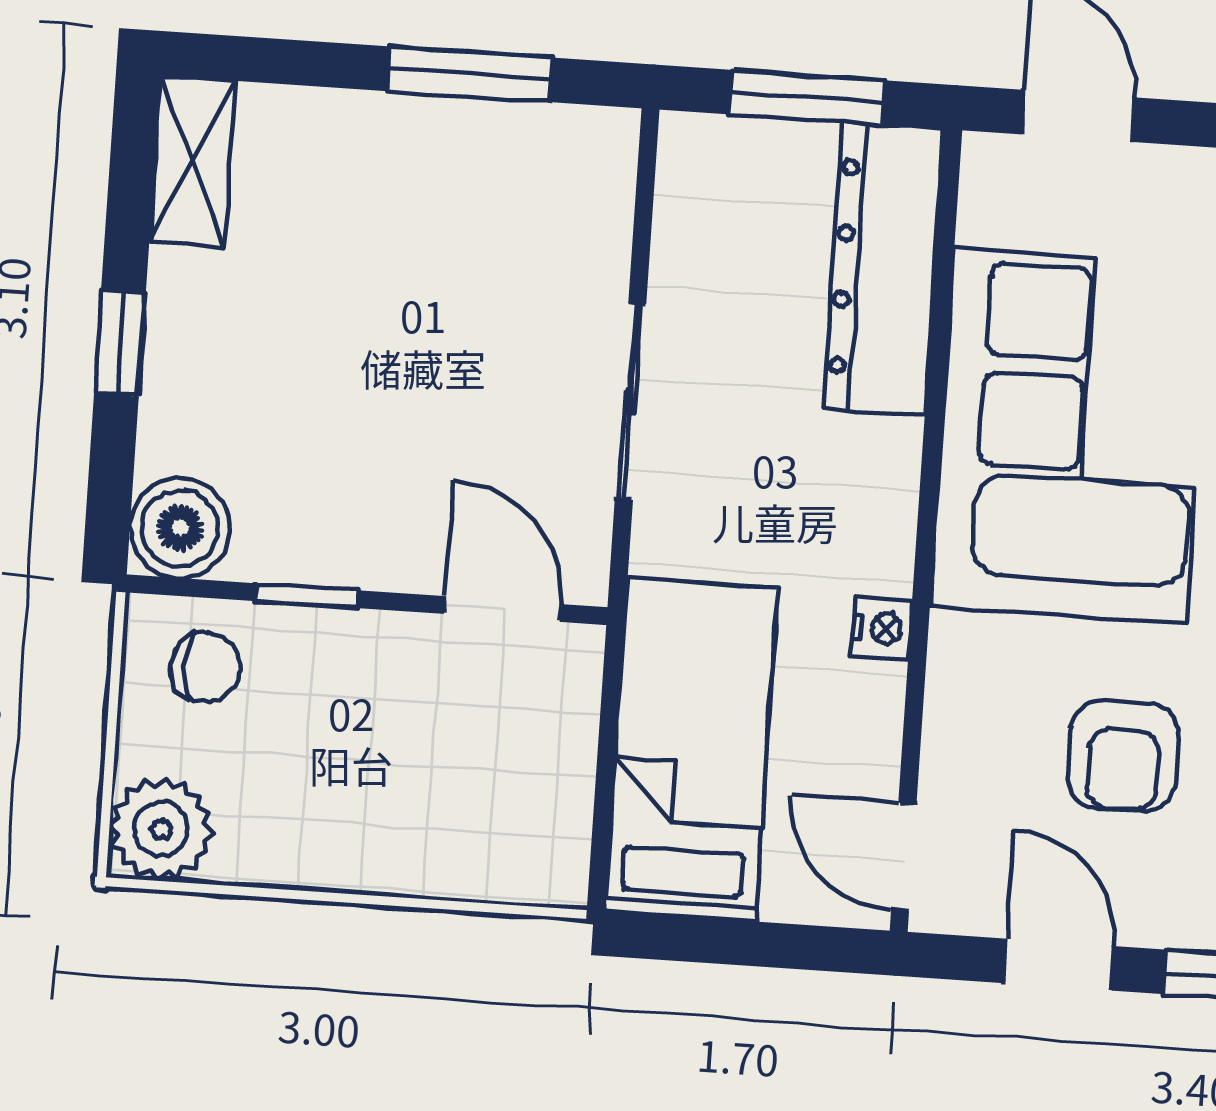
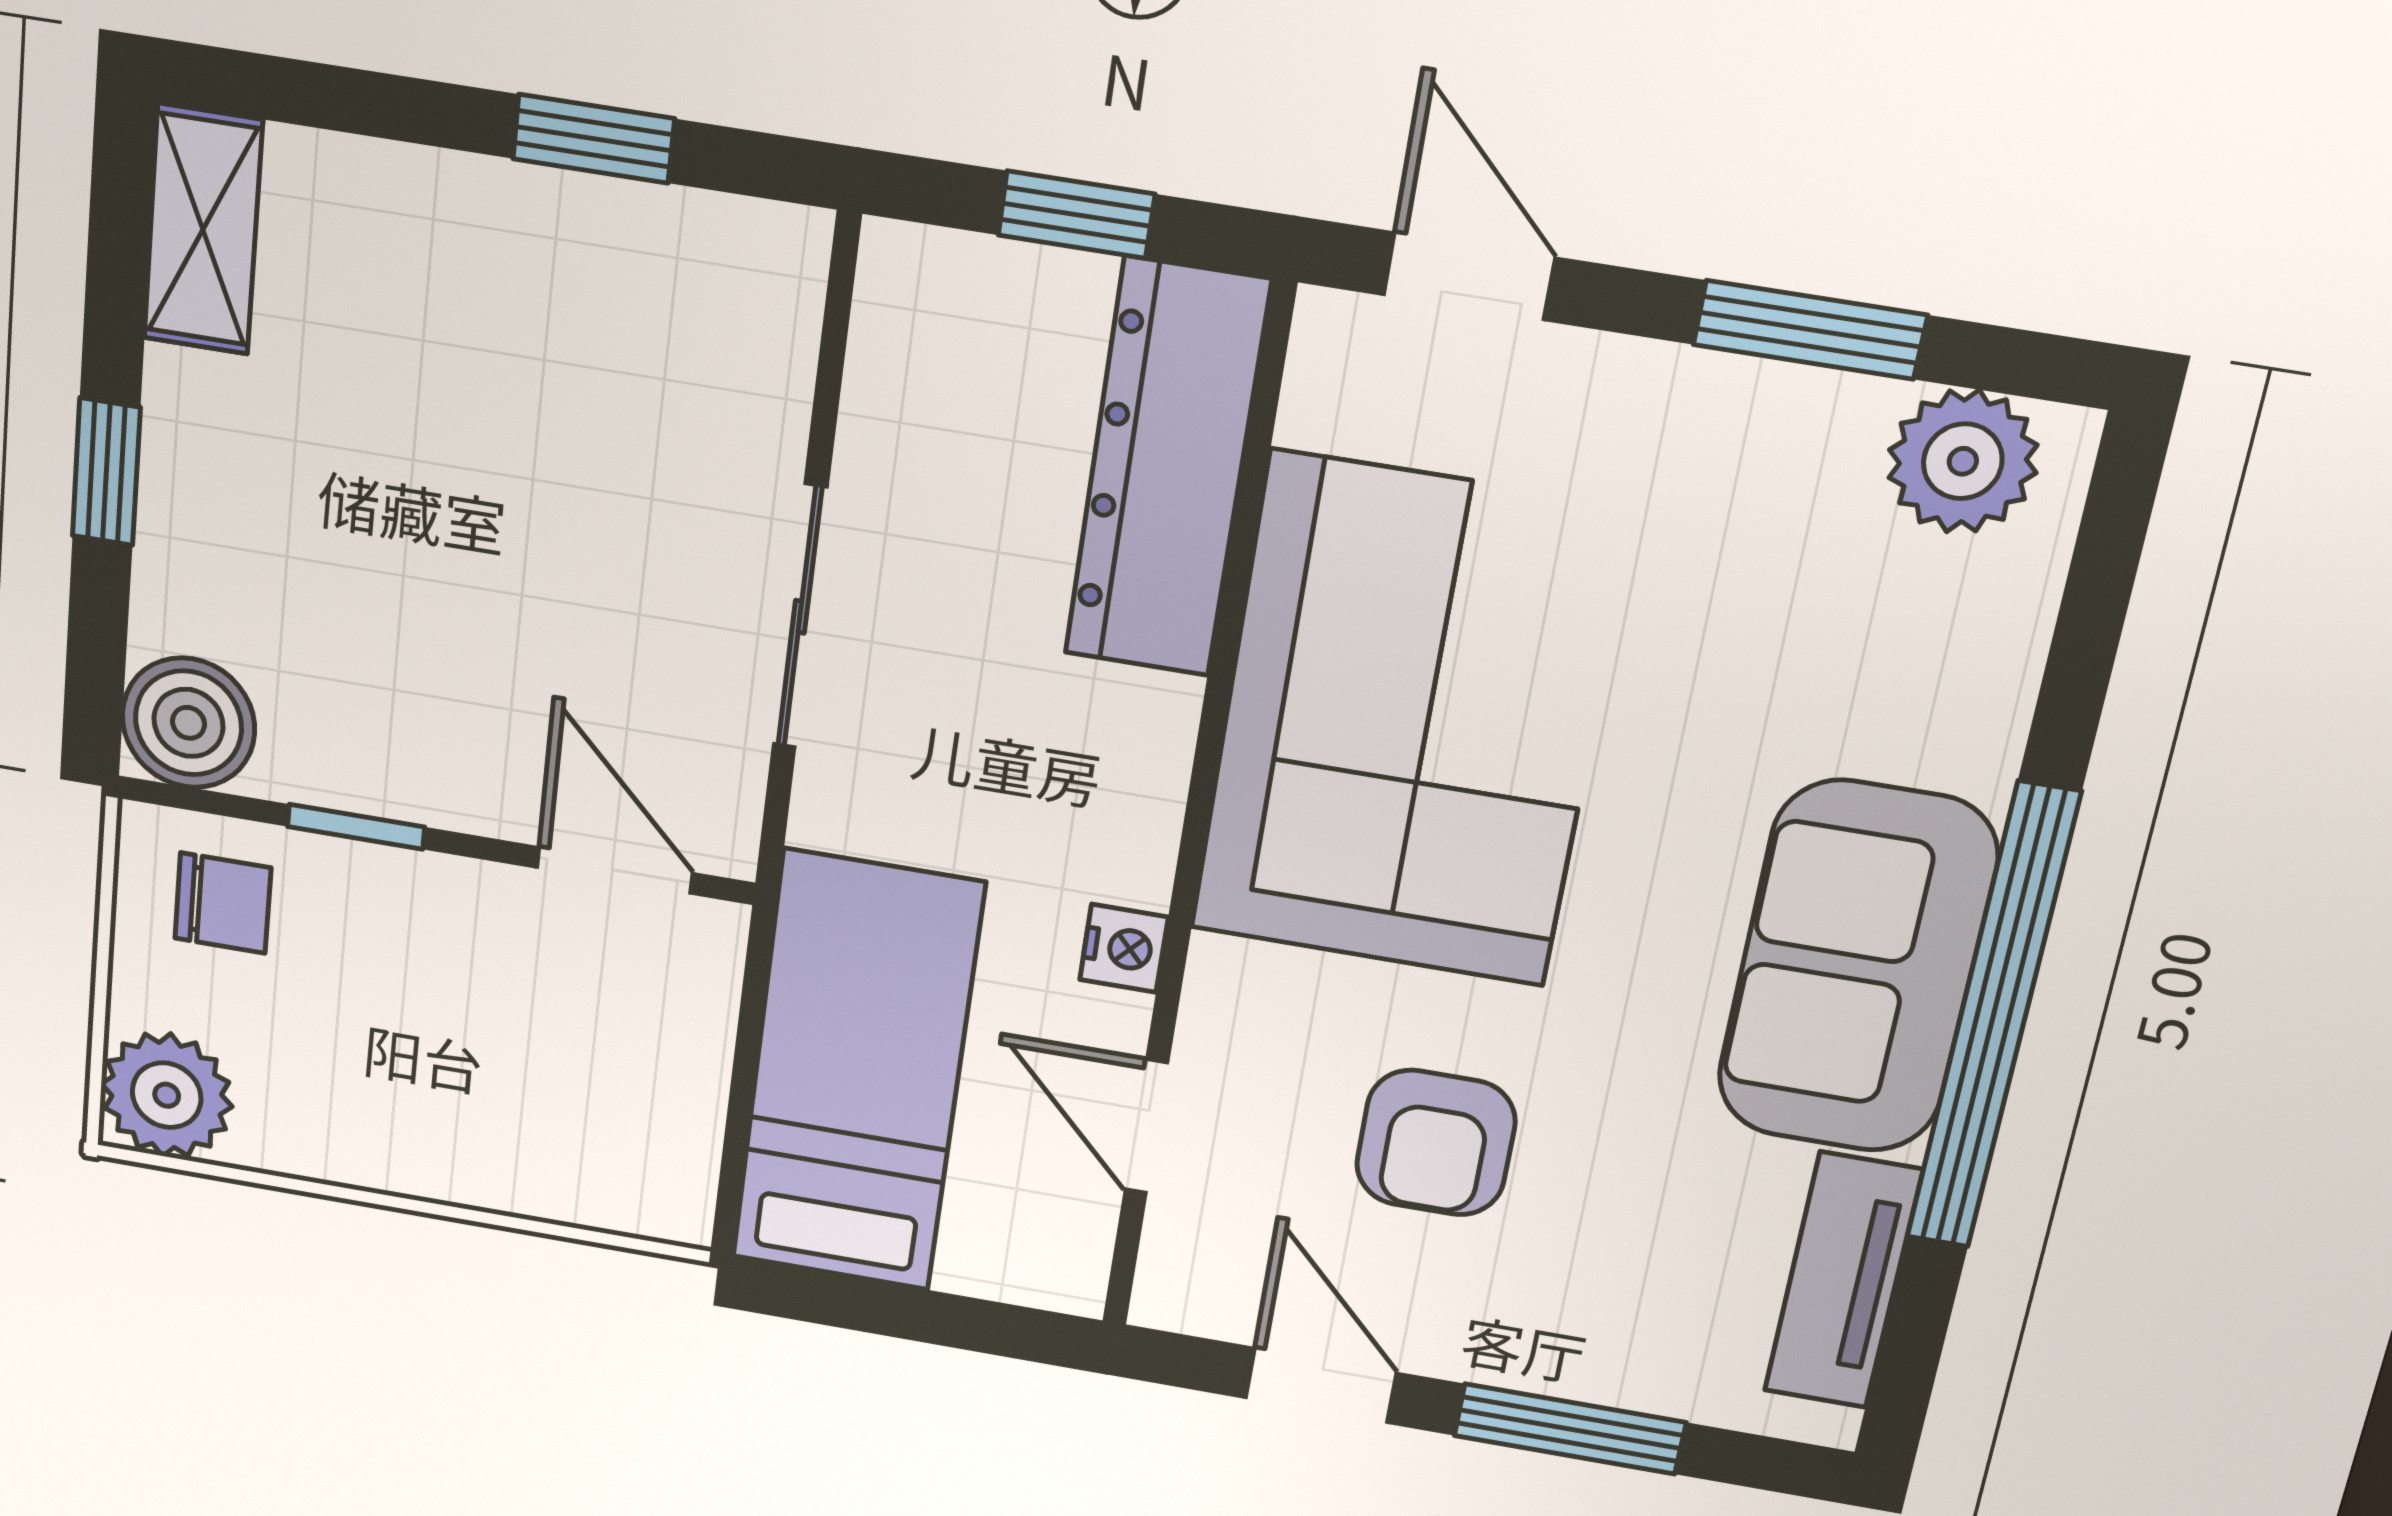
window: (470, 74) -> (593, 139), width x0.67
window: (807, 97) -> (1076, 215), width x0.67
door: (904, 857) -> (1146, 1126), moved

